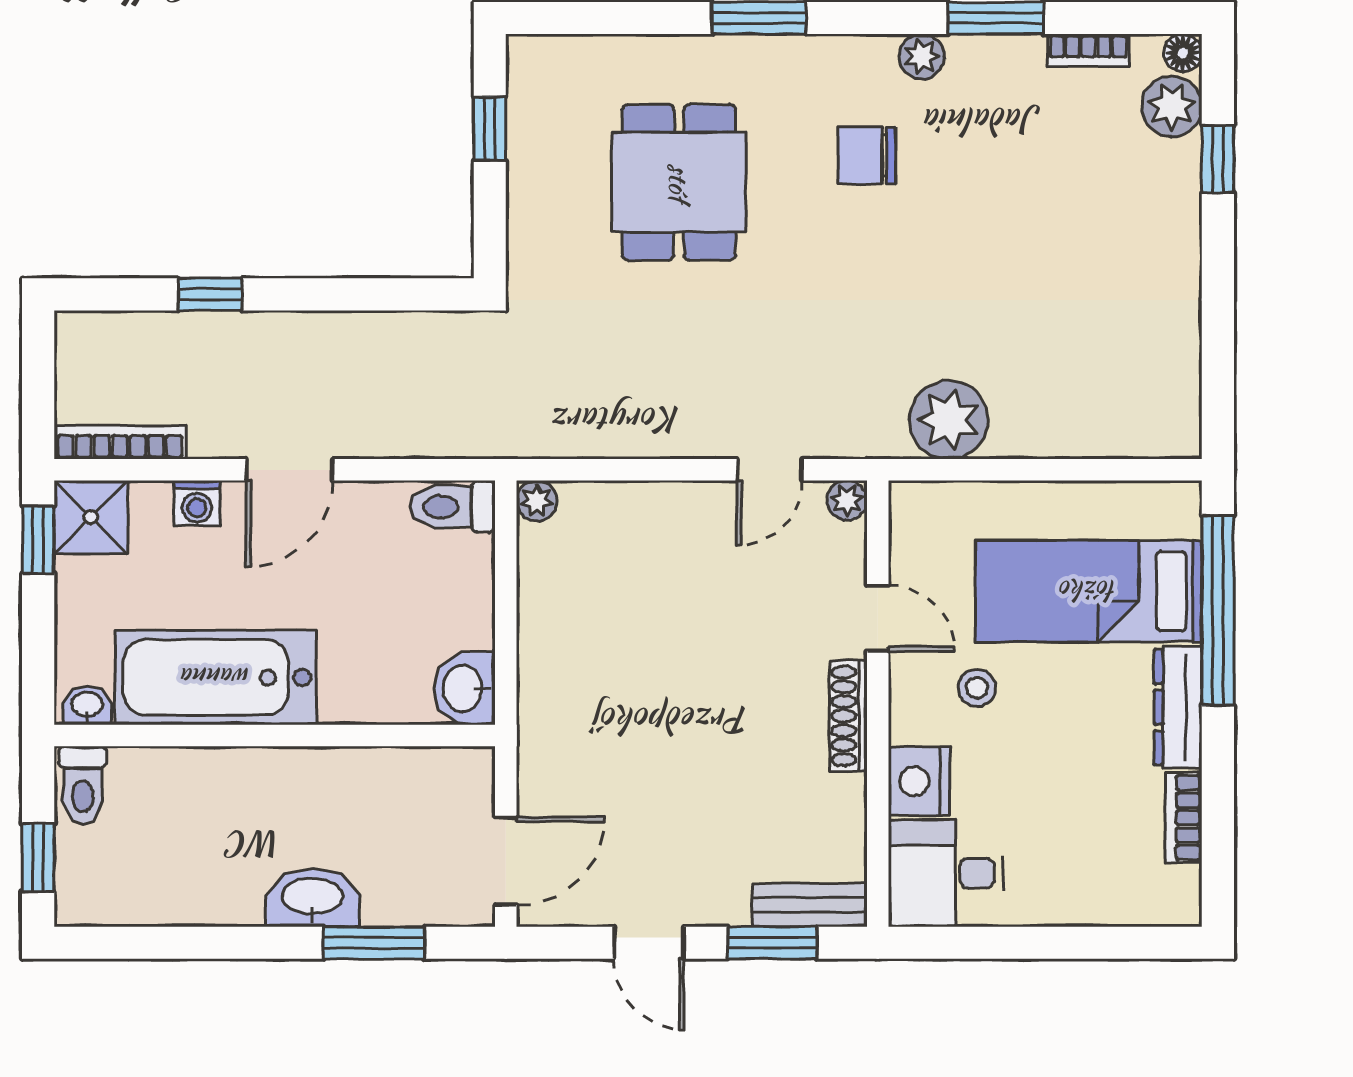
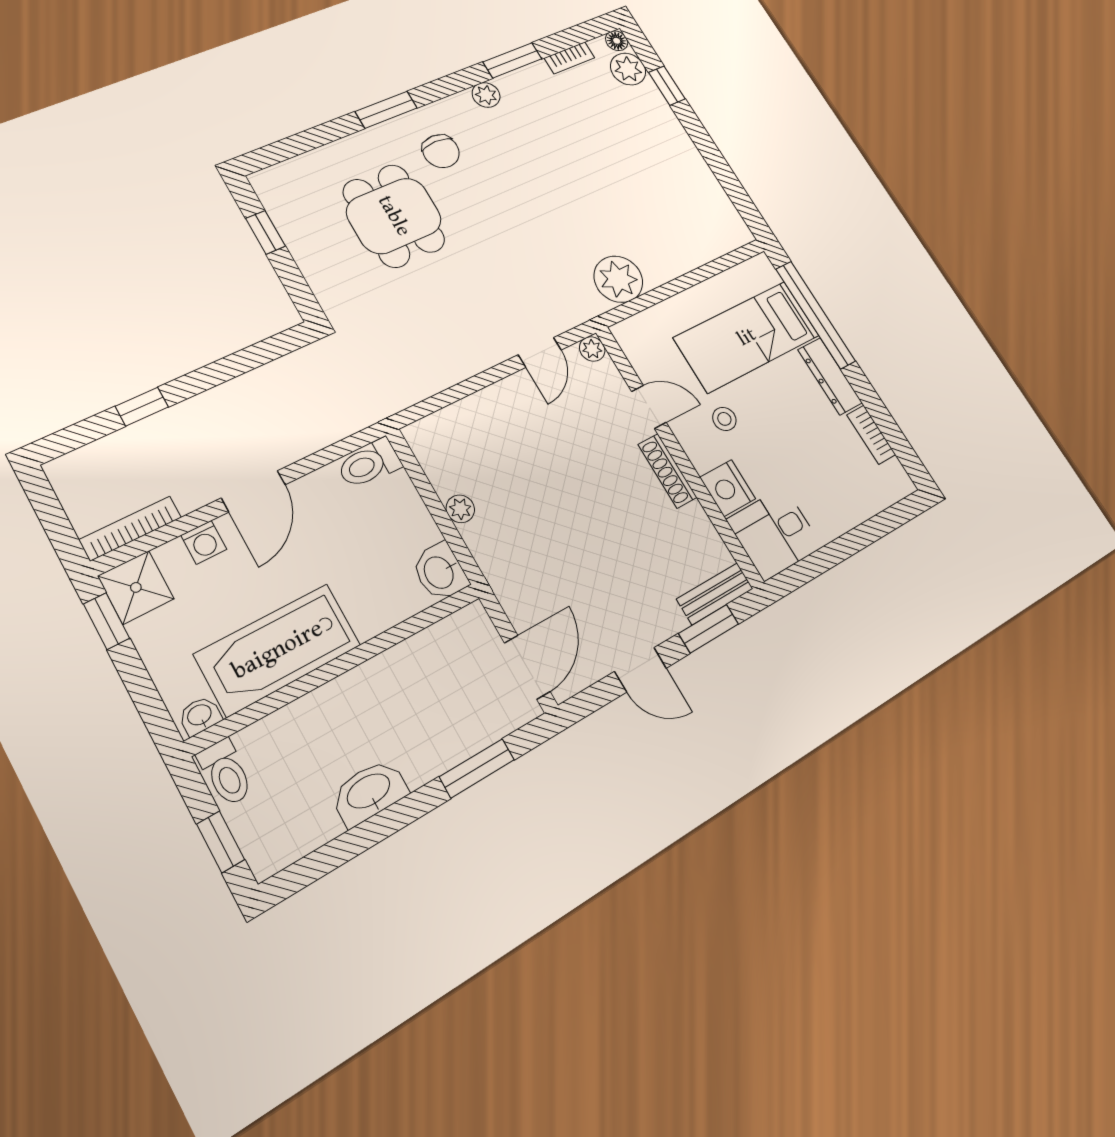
chair: (867, 155) -> (441, 151), moved, turned -90
plant: (537, 501) -> (460, 509), moved
washbasin: (312, 898) -> (369, 792), moved

